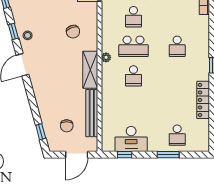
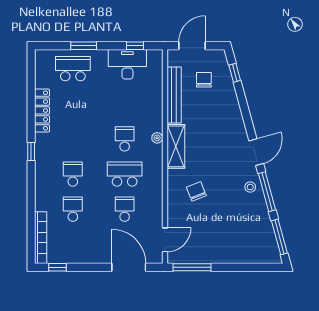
school desk: (177, 17) -> (73, 209), added
window: (13, 31) -> (267, 192), width x2.17
plant: (106, 57) -> (157, 138), moved
school desk: (177, 135) -> (73, 69), width x1.85

